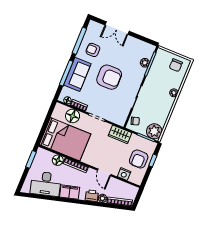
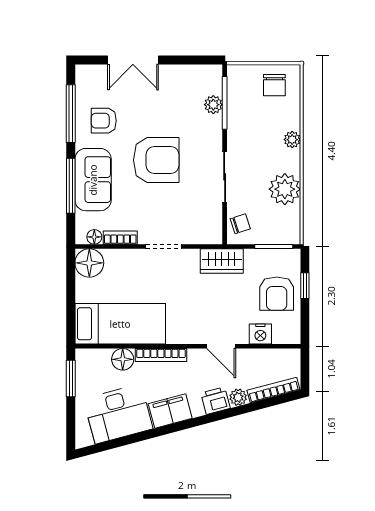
floor lamp: (73, 116) -> (89, 263), moved
plant: (154, 131) -> (285, 189), moved
bed: (65, 139) -> (120, 324), width x0.67

